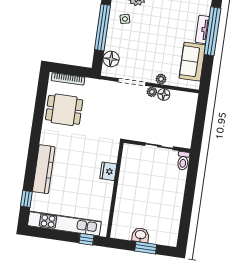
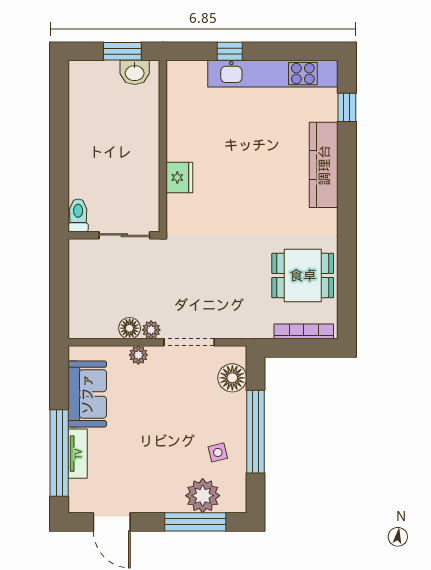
fridge: (108, 171) -> (179, 177), moved
wall: (115, 190) -> (163, 146), moved

